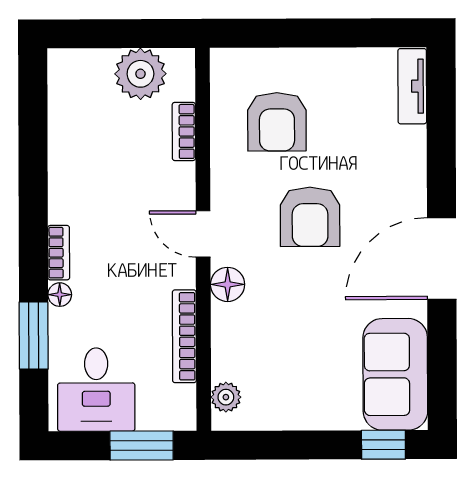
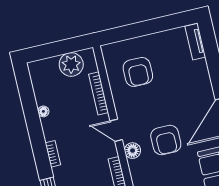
bookcase: (184, 131) -> (99, 93), width x1.56
armchair: (310, 217) -> (166, 140), moved
floor lamp: (60, 295) -> (43, 111), moved

